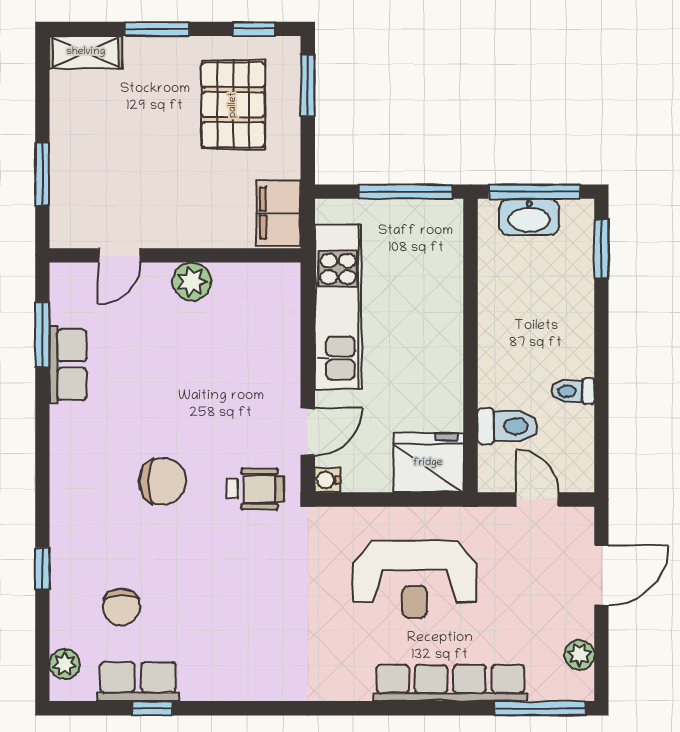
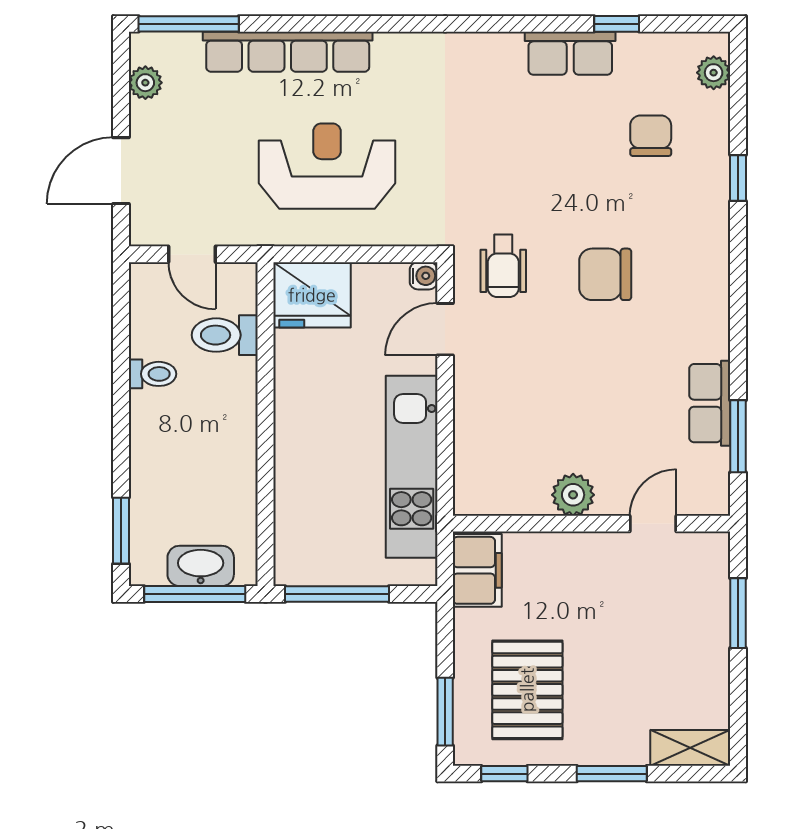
wheelchair: (255, 489) -> (503, 266), turned -90
row of seats: (138, 682) -> (570, 53), moved

